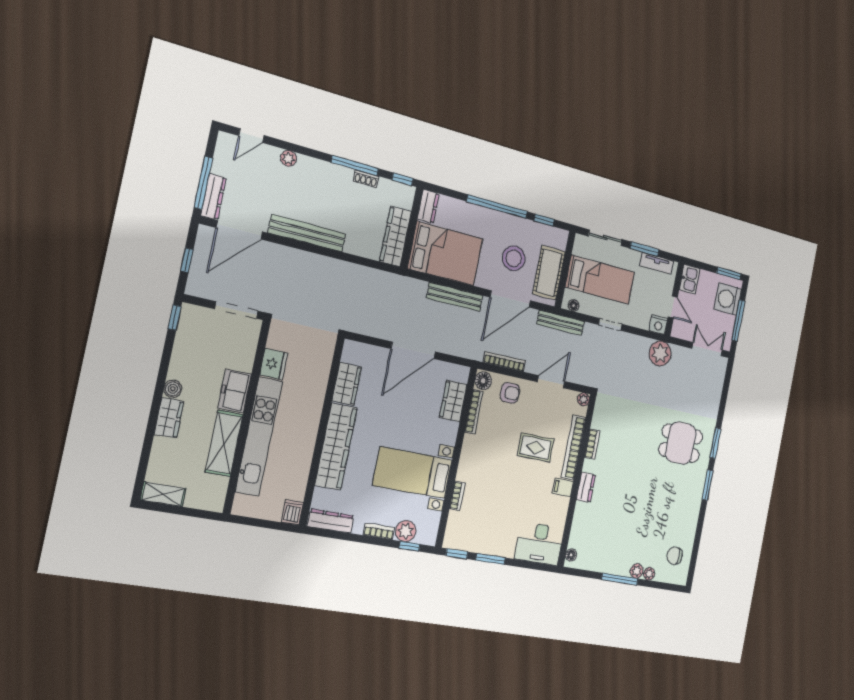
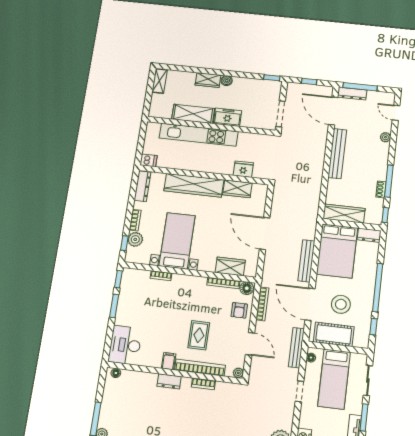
fridge: (274, 364) -> (243, 169), moved, turned 180

